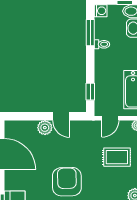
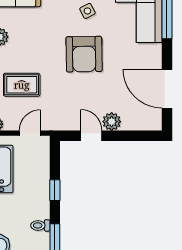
window: (90, 92) -> (55, 190), moved

